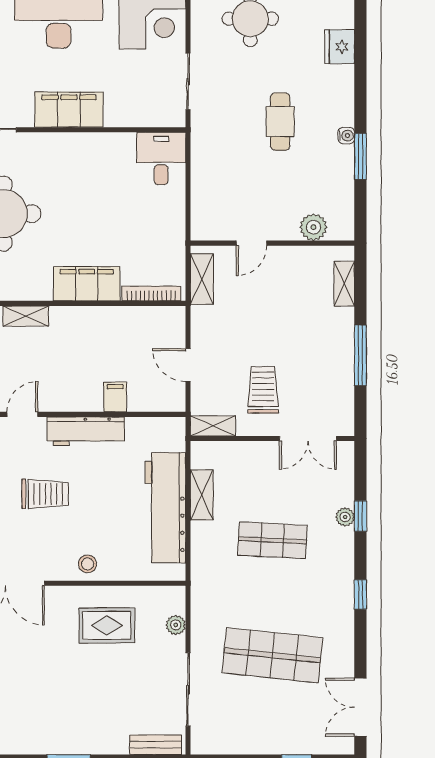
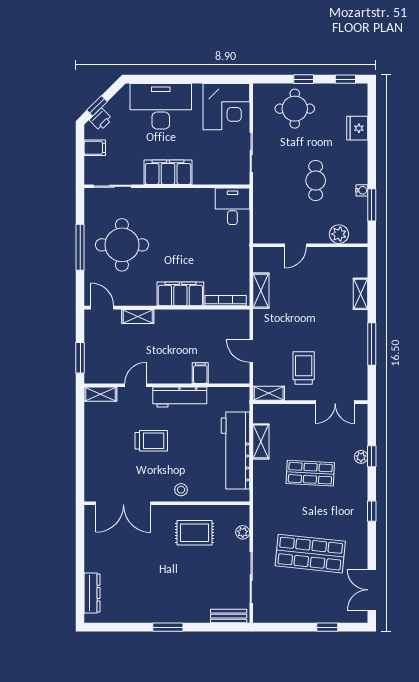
plant: (313, 227) -> (339, 234), moved
door: (251, 243) -> (296, 245), moved
wall: (272, 243) -> (310, 245), moved

